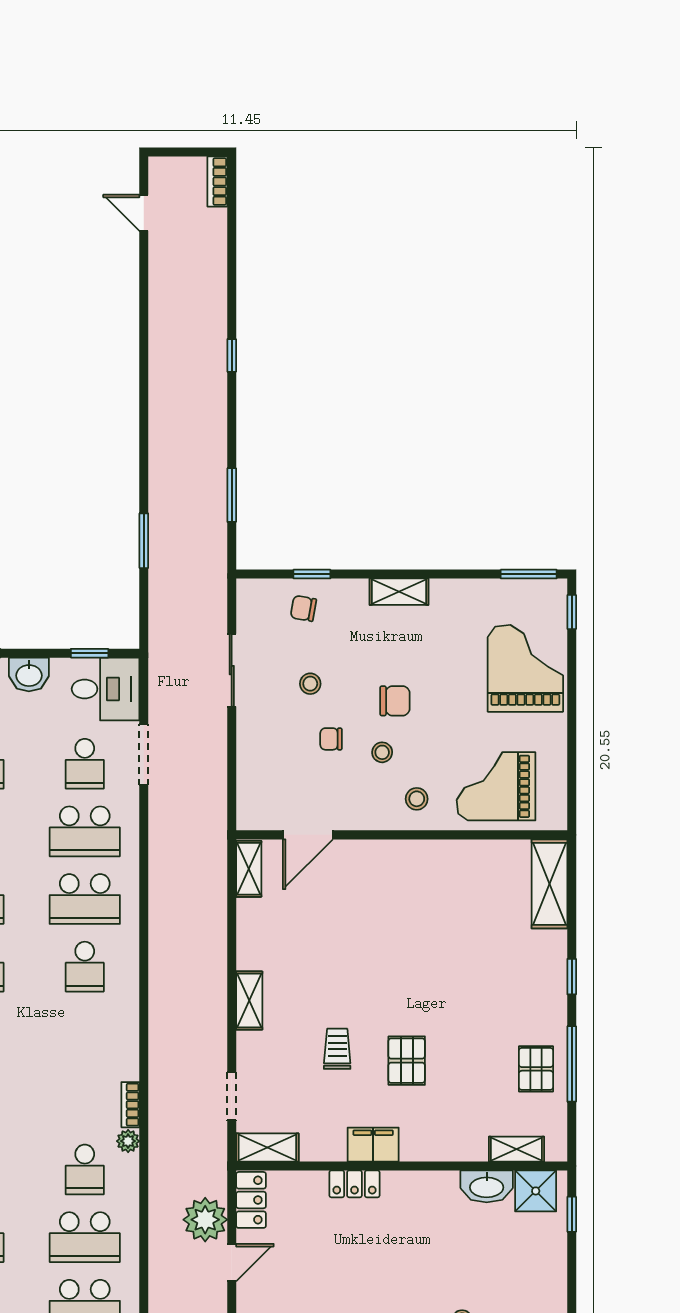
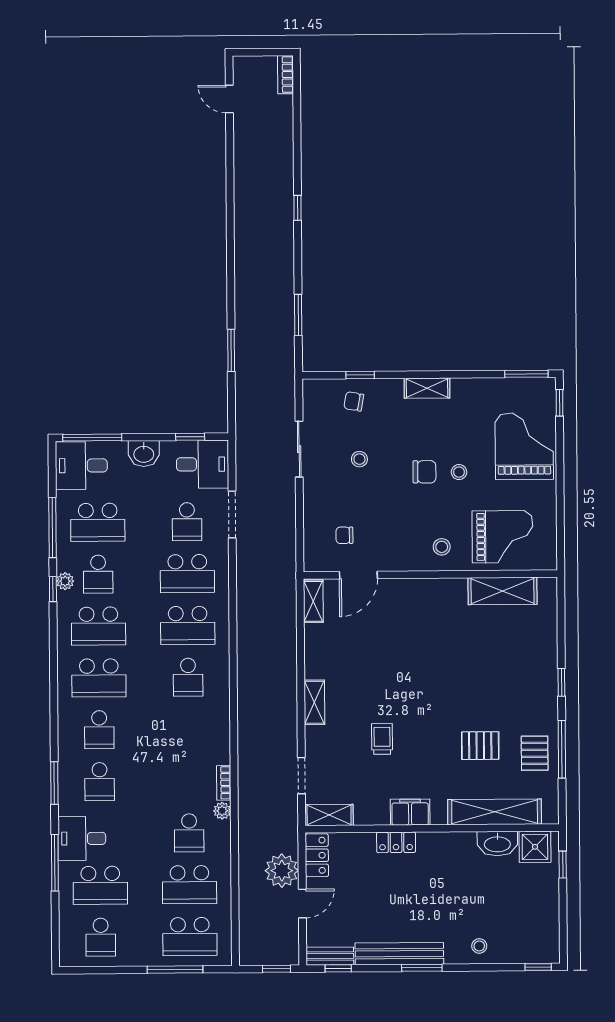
chair: (331, 739) -> (345, 535), moved
stool: (382, 752) -> (459, 472), moved
grand piano: (496, 786) -> (502, 537), turned 180
shelving: (549, 884) -> (502, 591), moved, turned 90
pallet: (407, 1061) -> (480, 746), moved, turned 90
shelving: (516, 1149) -> (495, 812), width x2.20, depth x1.33

